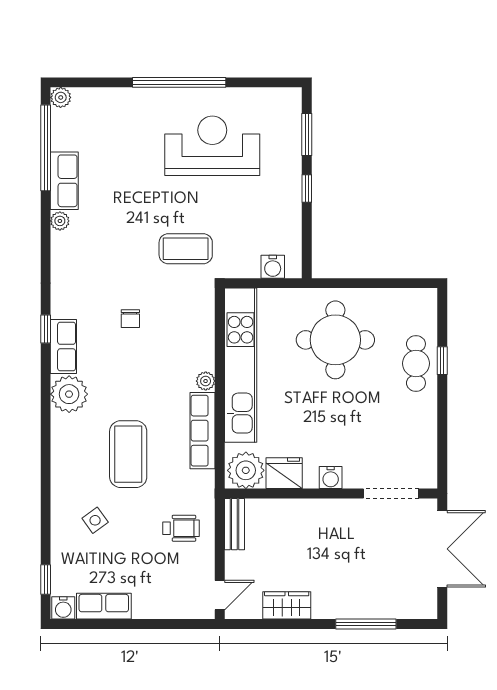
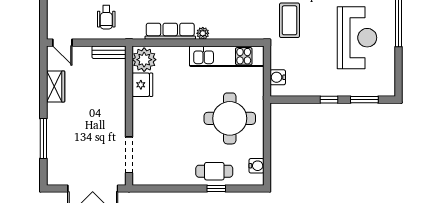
kitchen unit: (241, 365) -> (227, 56), width x0.73
water cooler: (331, 478) -> (256, 166), moved, turned 180

